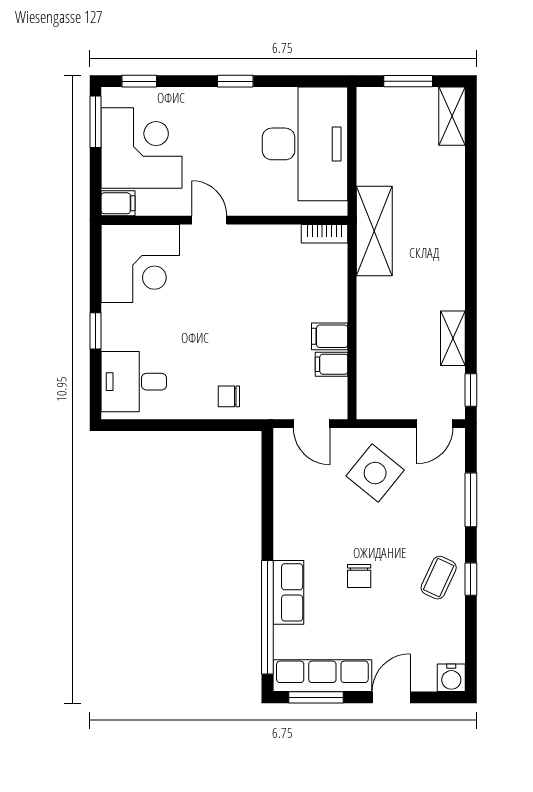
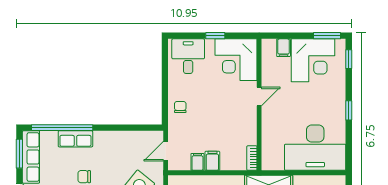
door: (209, 220) -> (259, 97), moved
wall: (224, 220) -> (259, 105), moved
bookcase: (324, 234) -> (252, 158), moved
corner desk: (140, 264) -> (236, 60), moved

